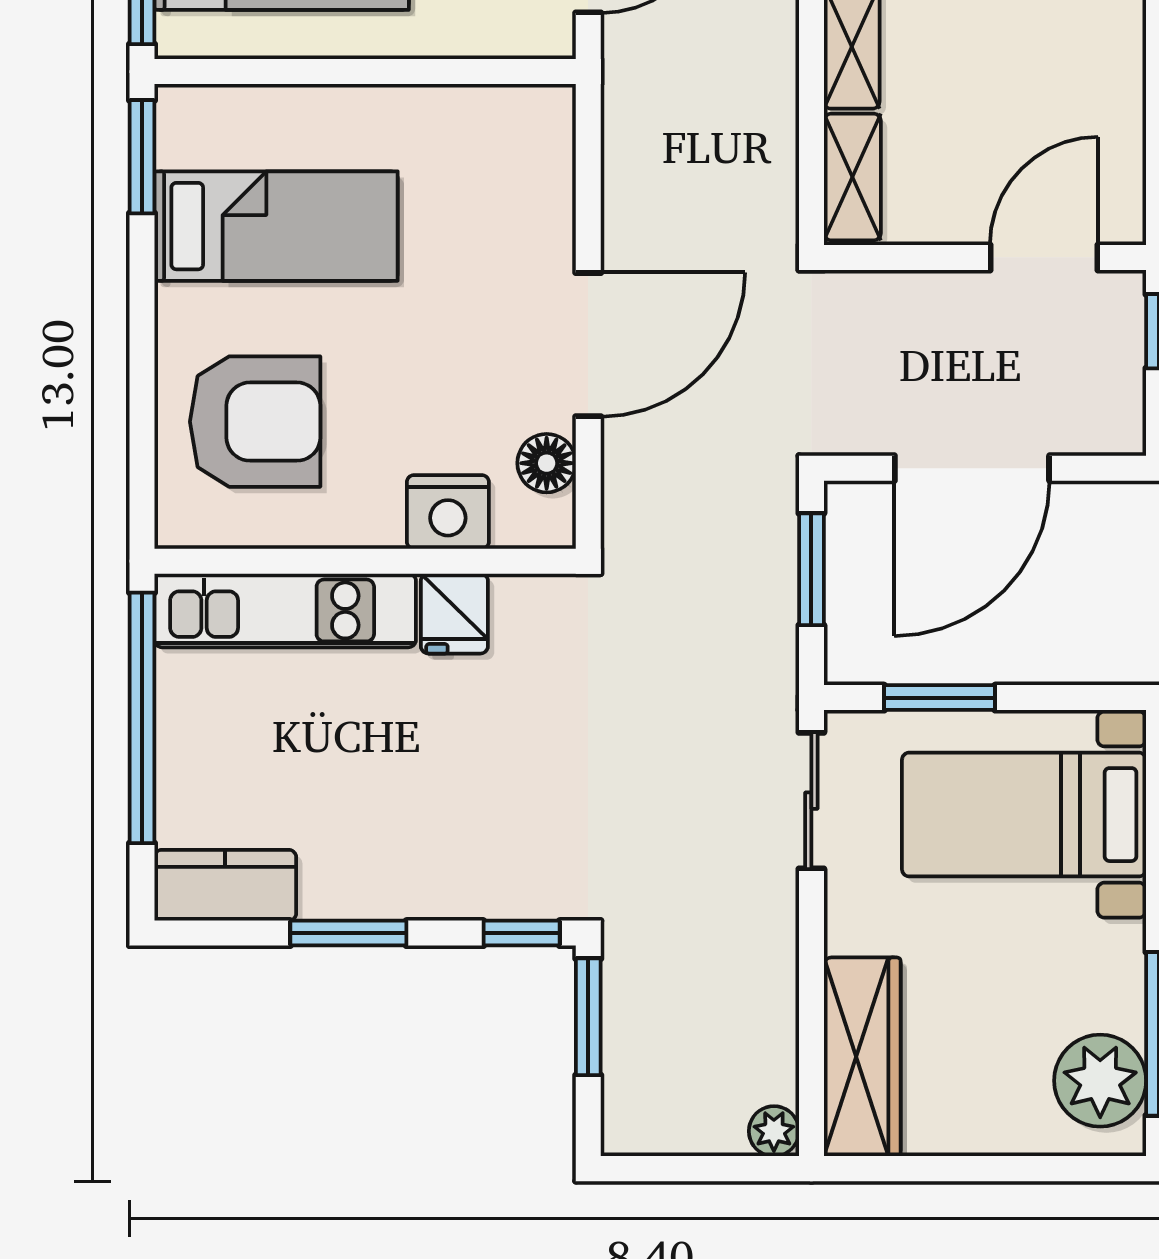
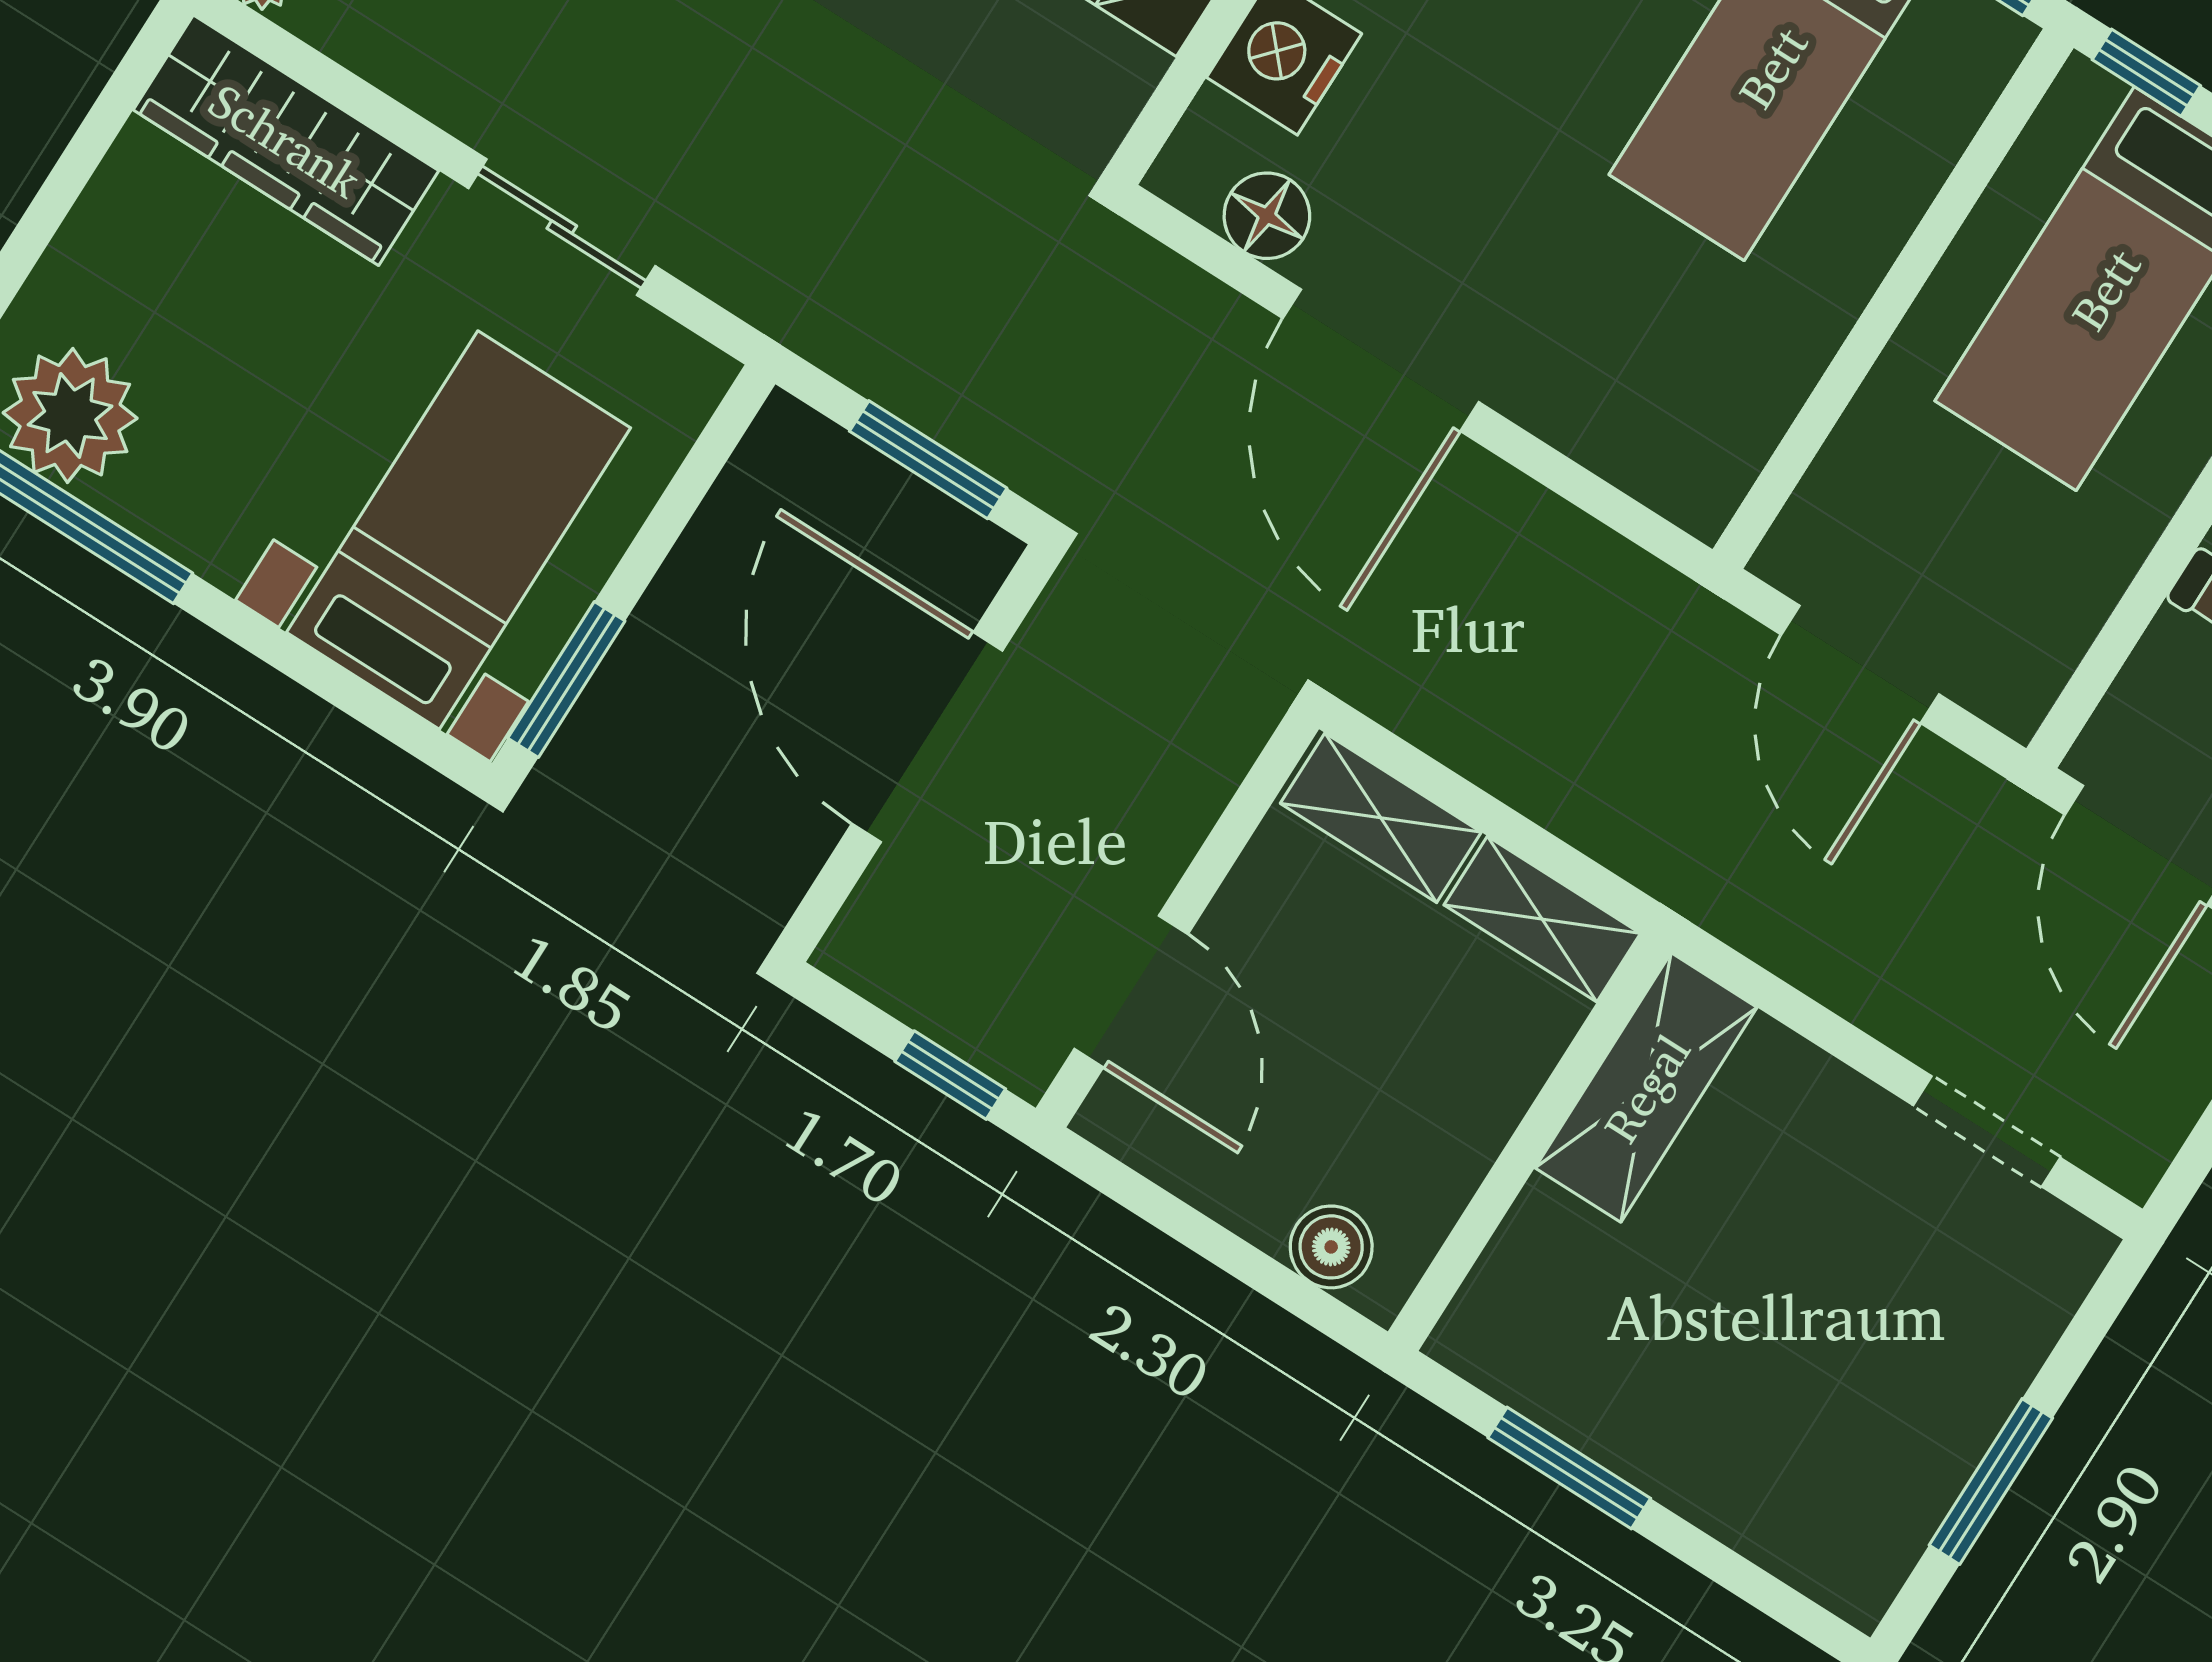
boiler: (1118, 48) -> (1331, 1247), added
window: (940, 698) -> (566, 680), moved
sliding door: (811, 801) -> (562, 227), moved

